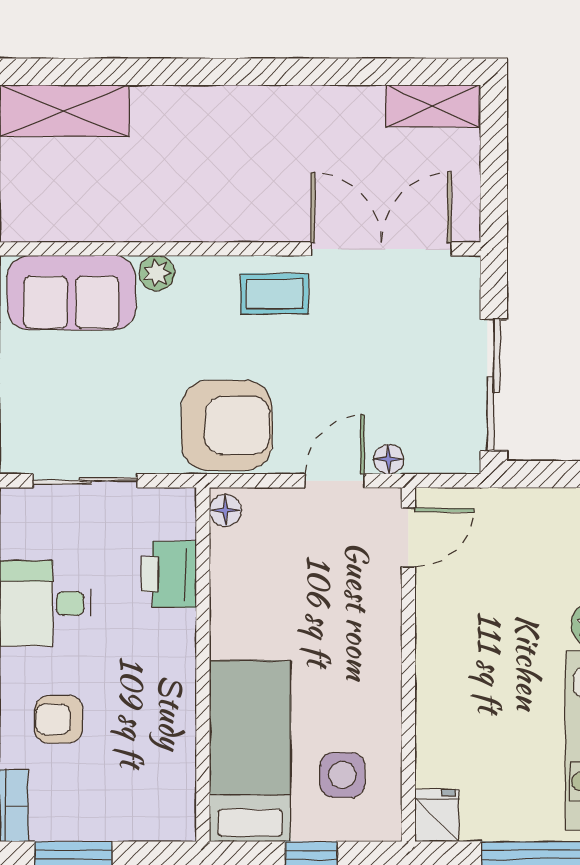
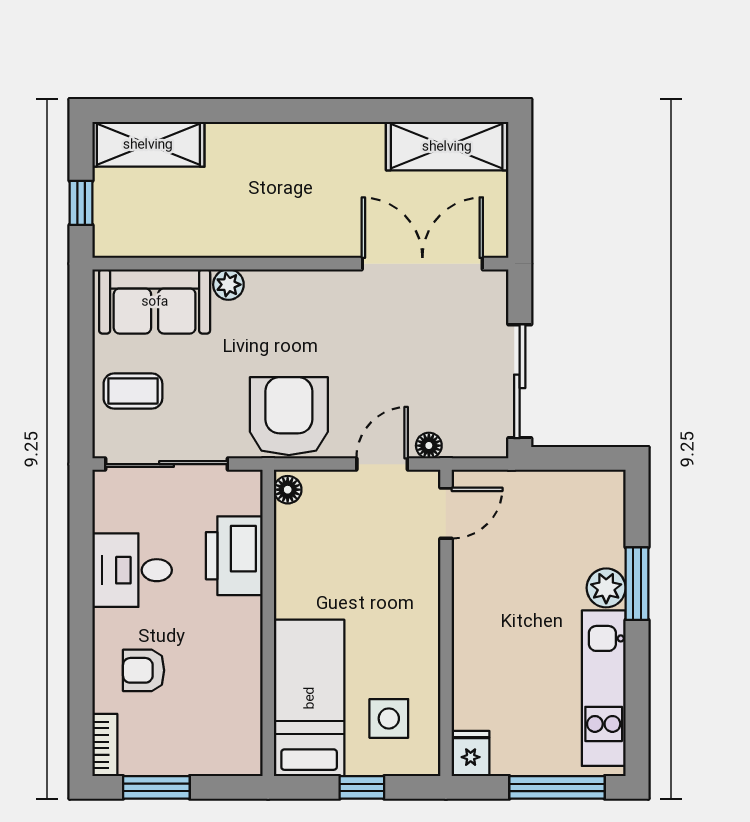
shelving: (432, 106) -> (447, 146), width x1.50, depth x1.33
coffee table: (275, 294) -> (133, 391), moved
armchair: (227, 425) -> (289, 416), turned -90
sliding door: (85, 481) -> (166, 464), width x1.37
printer: (169, 574) -> (234, 556), width x1.37, depth x1.19

